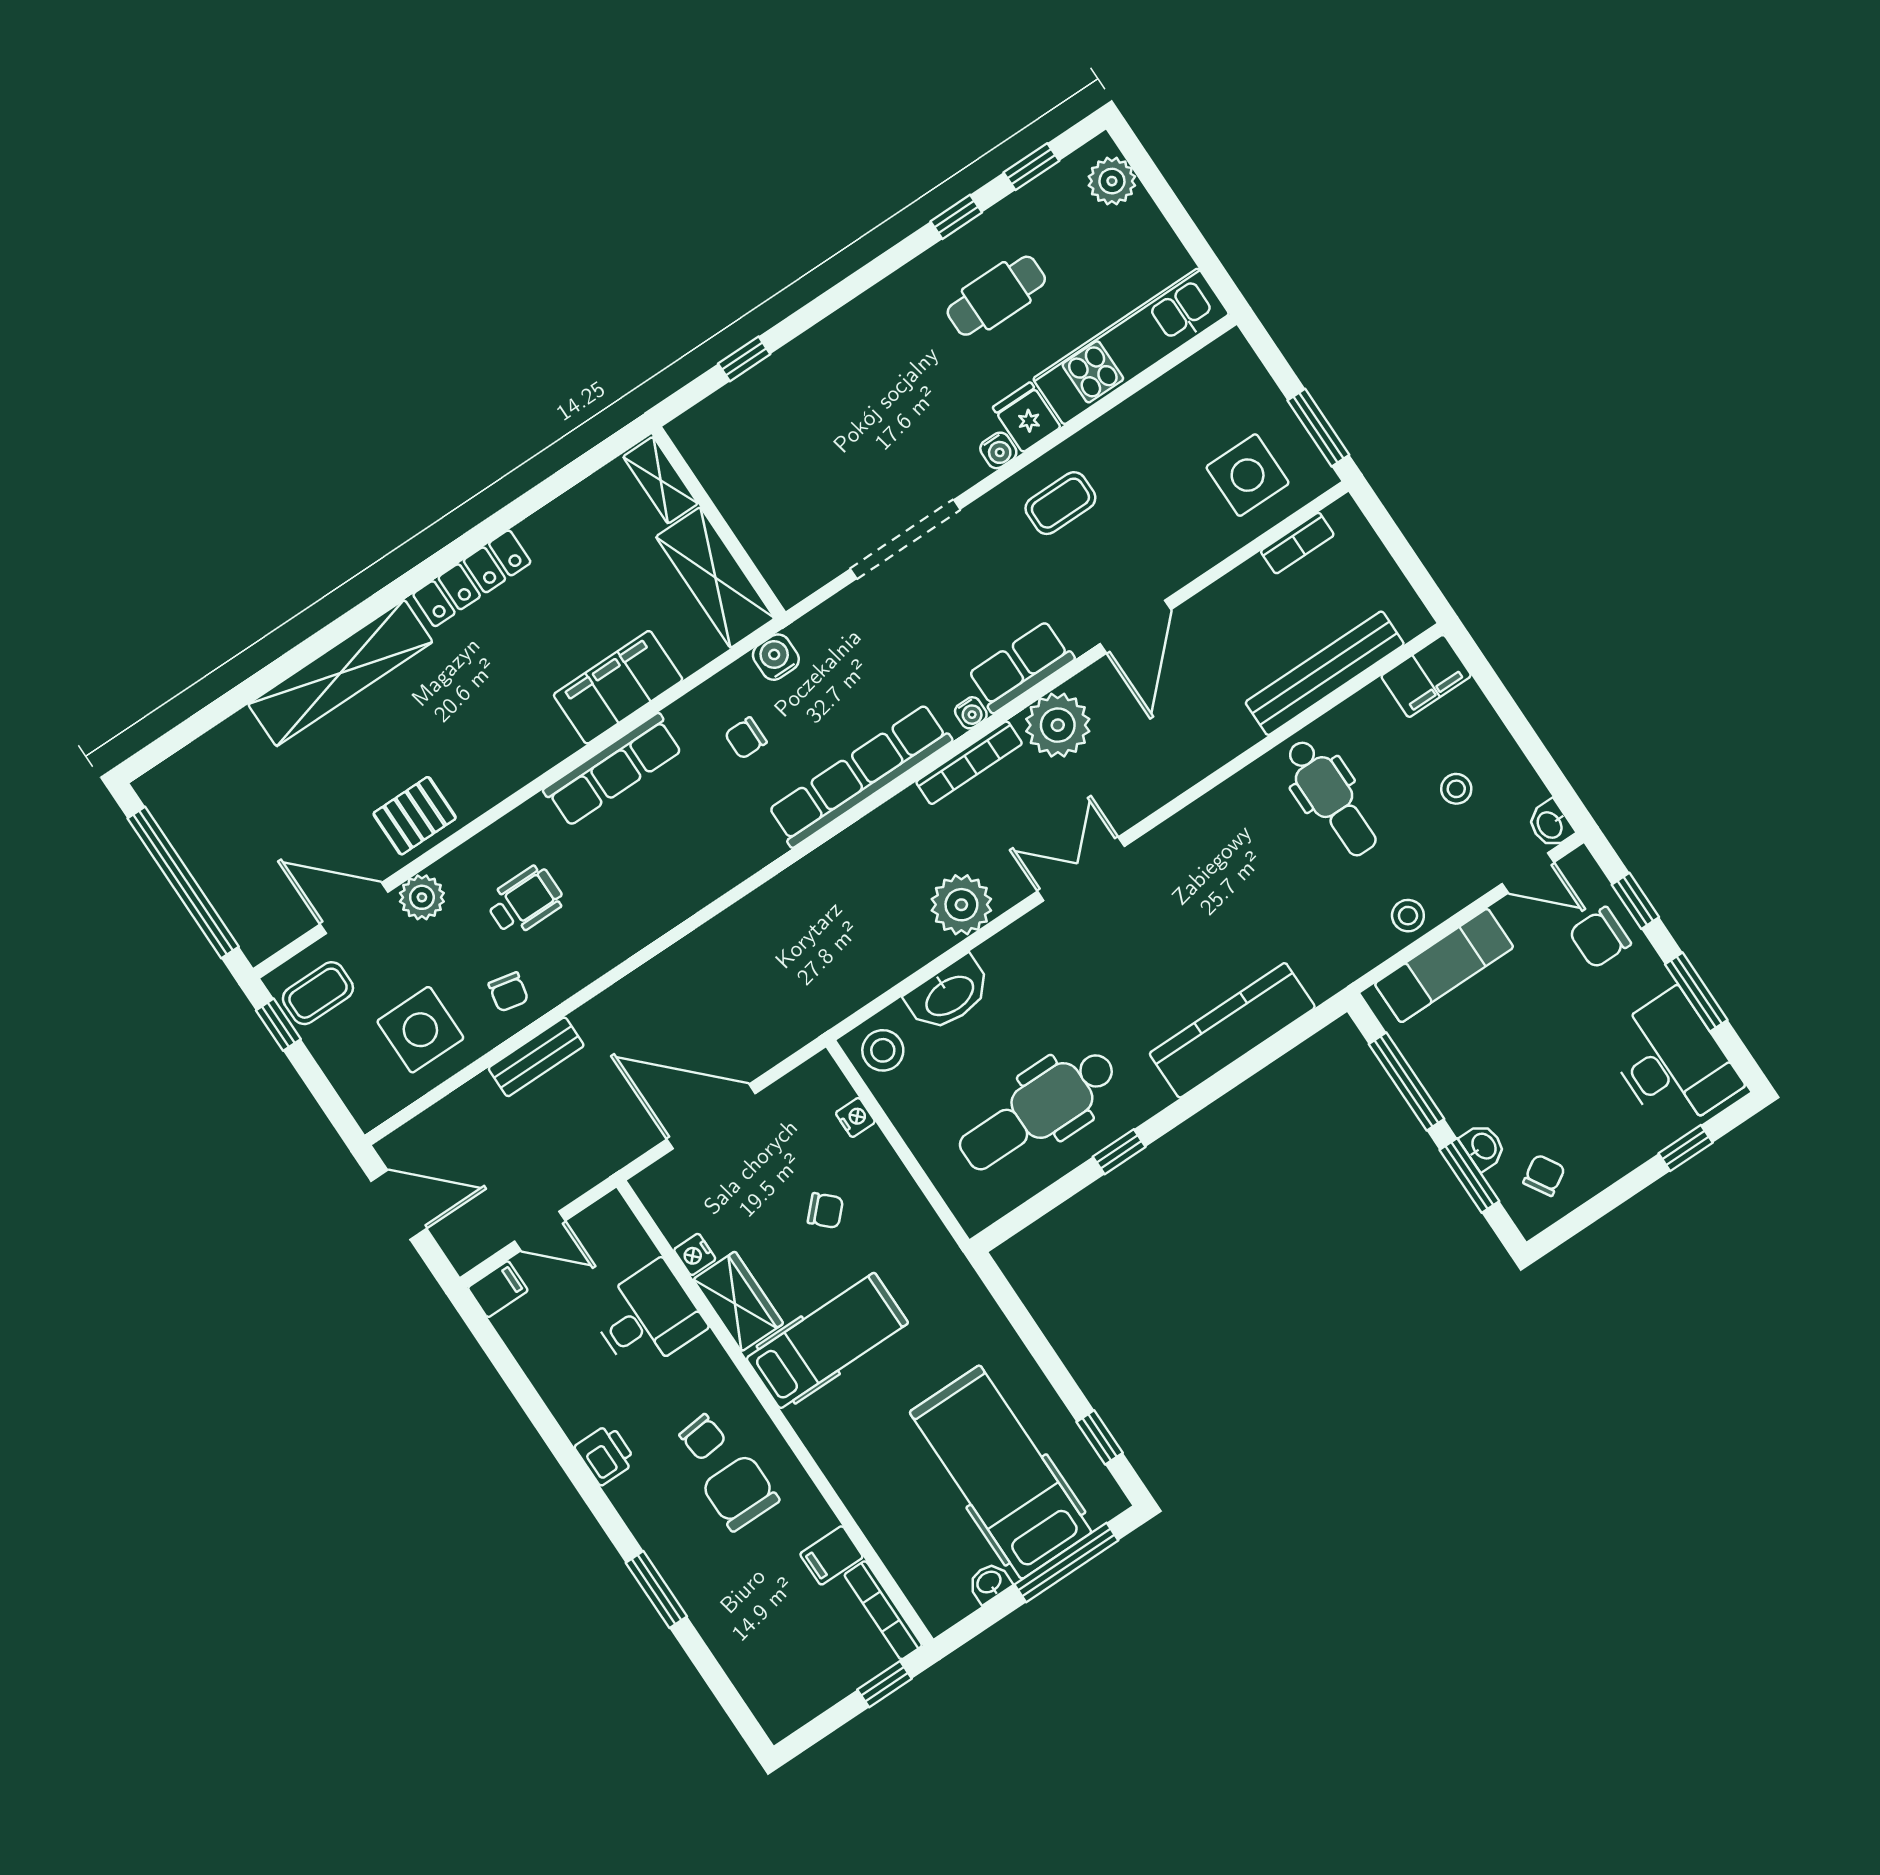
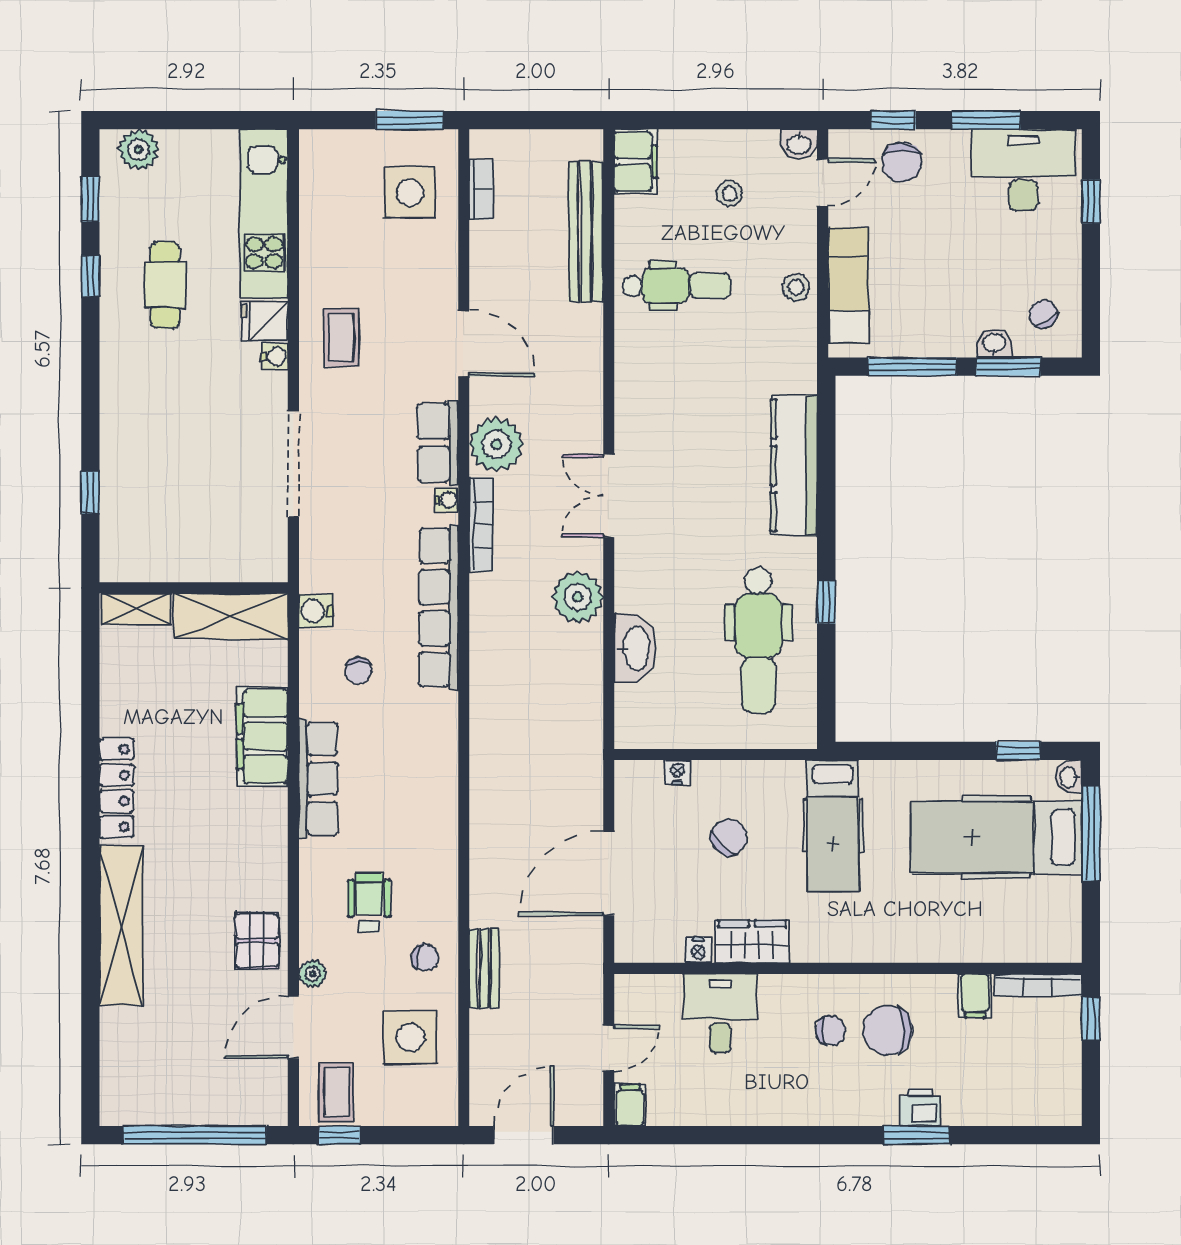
plant: (422, 897) -> (313, 974), width x0.73, depth x0.73
stool: (883, 1050) -> (643, 721), removed
chair: (825, 1211) -> (729, 837), width x1.37, depth x1.37
hospital bed: (827, 1341) -> (833, 826), moved, turned 180
printer: (605, 1454) -> (920, 1107), moved
washbasin: (989, 1583) -> (1069, 777), moved

